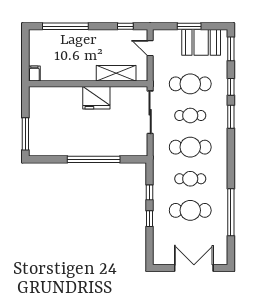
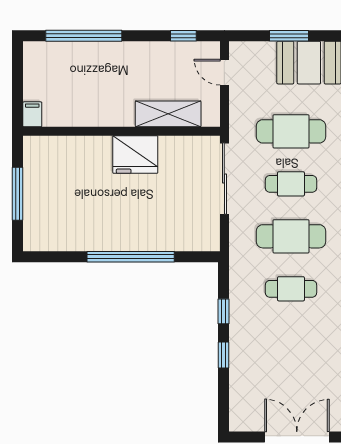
window: (25, 134) -> (17, 194), moved
cafe table: (190, 210) -> (291, 341), removed

